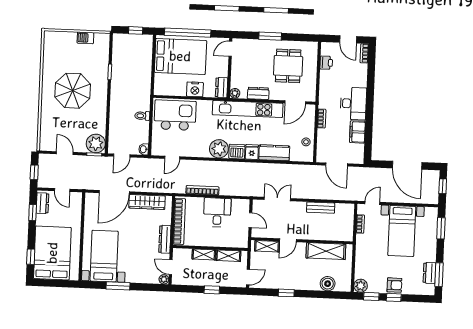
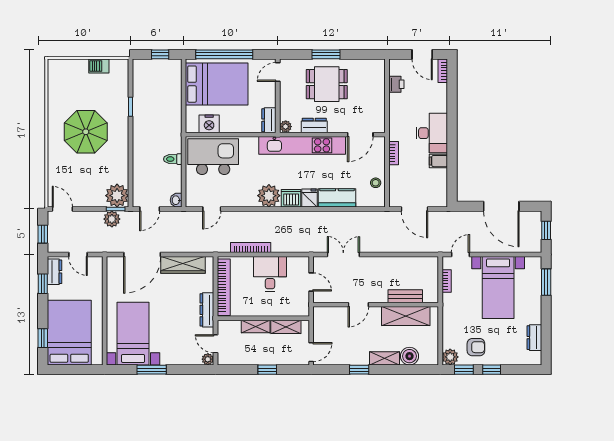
dining table: (288, 66) -> (327, 84), moved, turned 90
nightstand: (195, 89) -> (209, 124), moved
filing cabinet: (357, 132) -> (438, 161), width x0.50
door: (65, 153) -> (62, 209), moved
plant: (91, 162) -> (112, 219), added
bench: (321, 208) -> (405, 296), moved
shelving: (267, 246) -> (384, 358), moved
window: (439, 275) -> (546, 339), removed
armchair: (394, 285) -> (476, 347), moved

